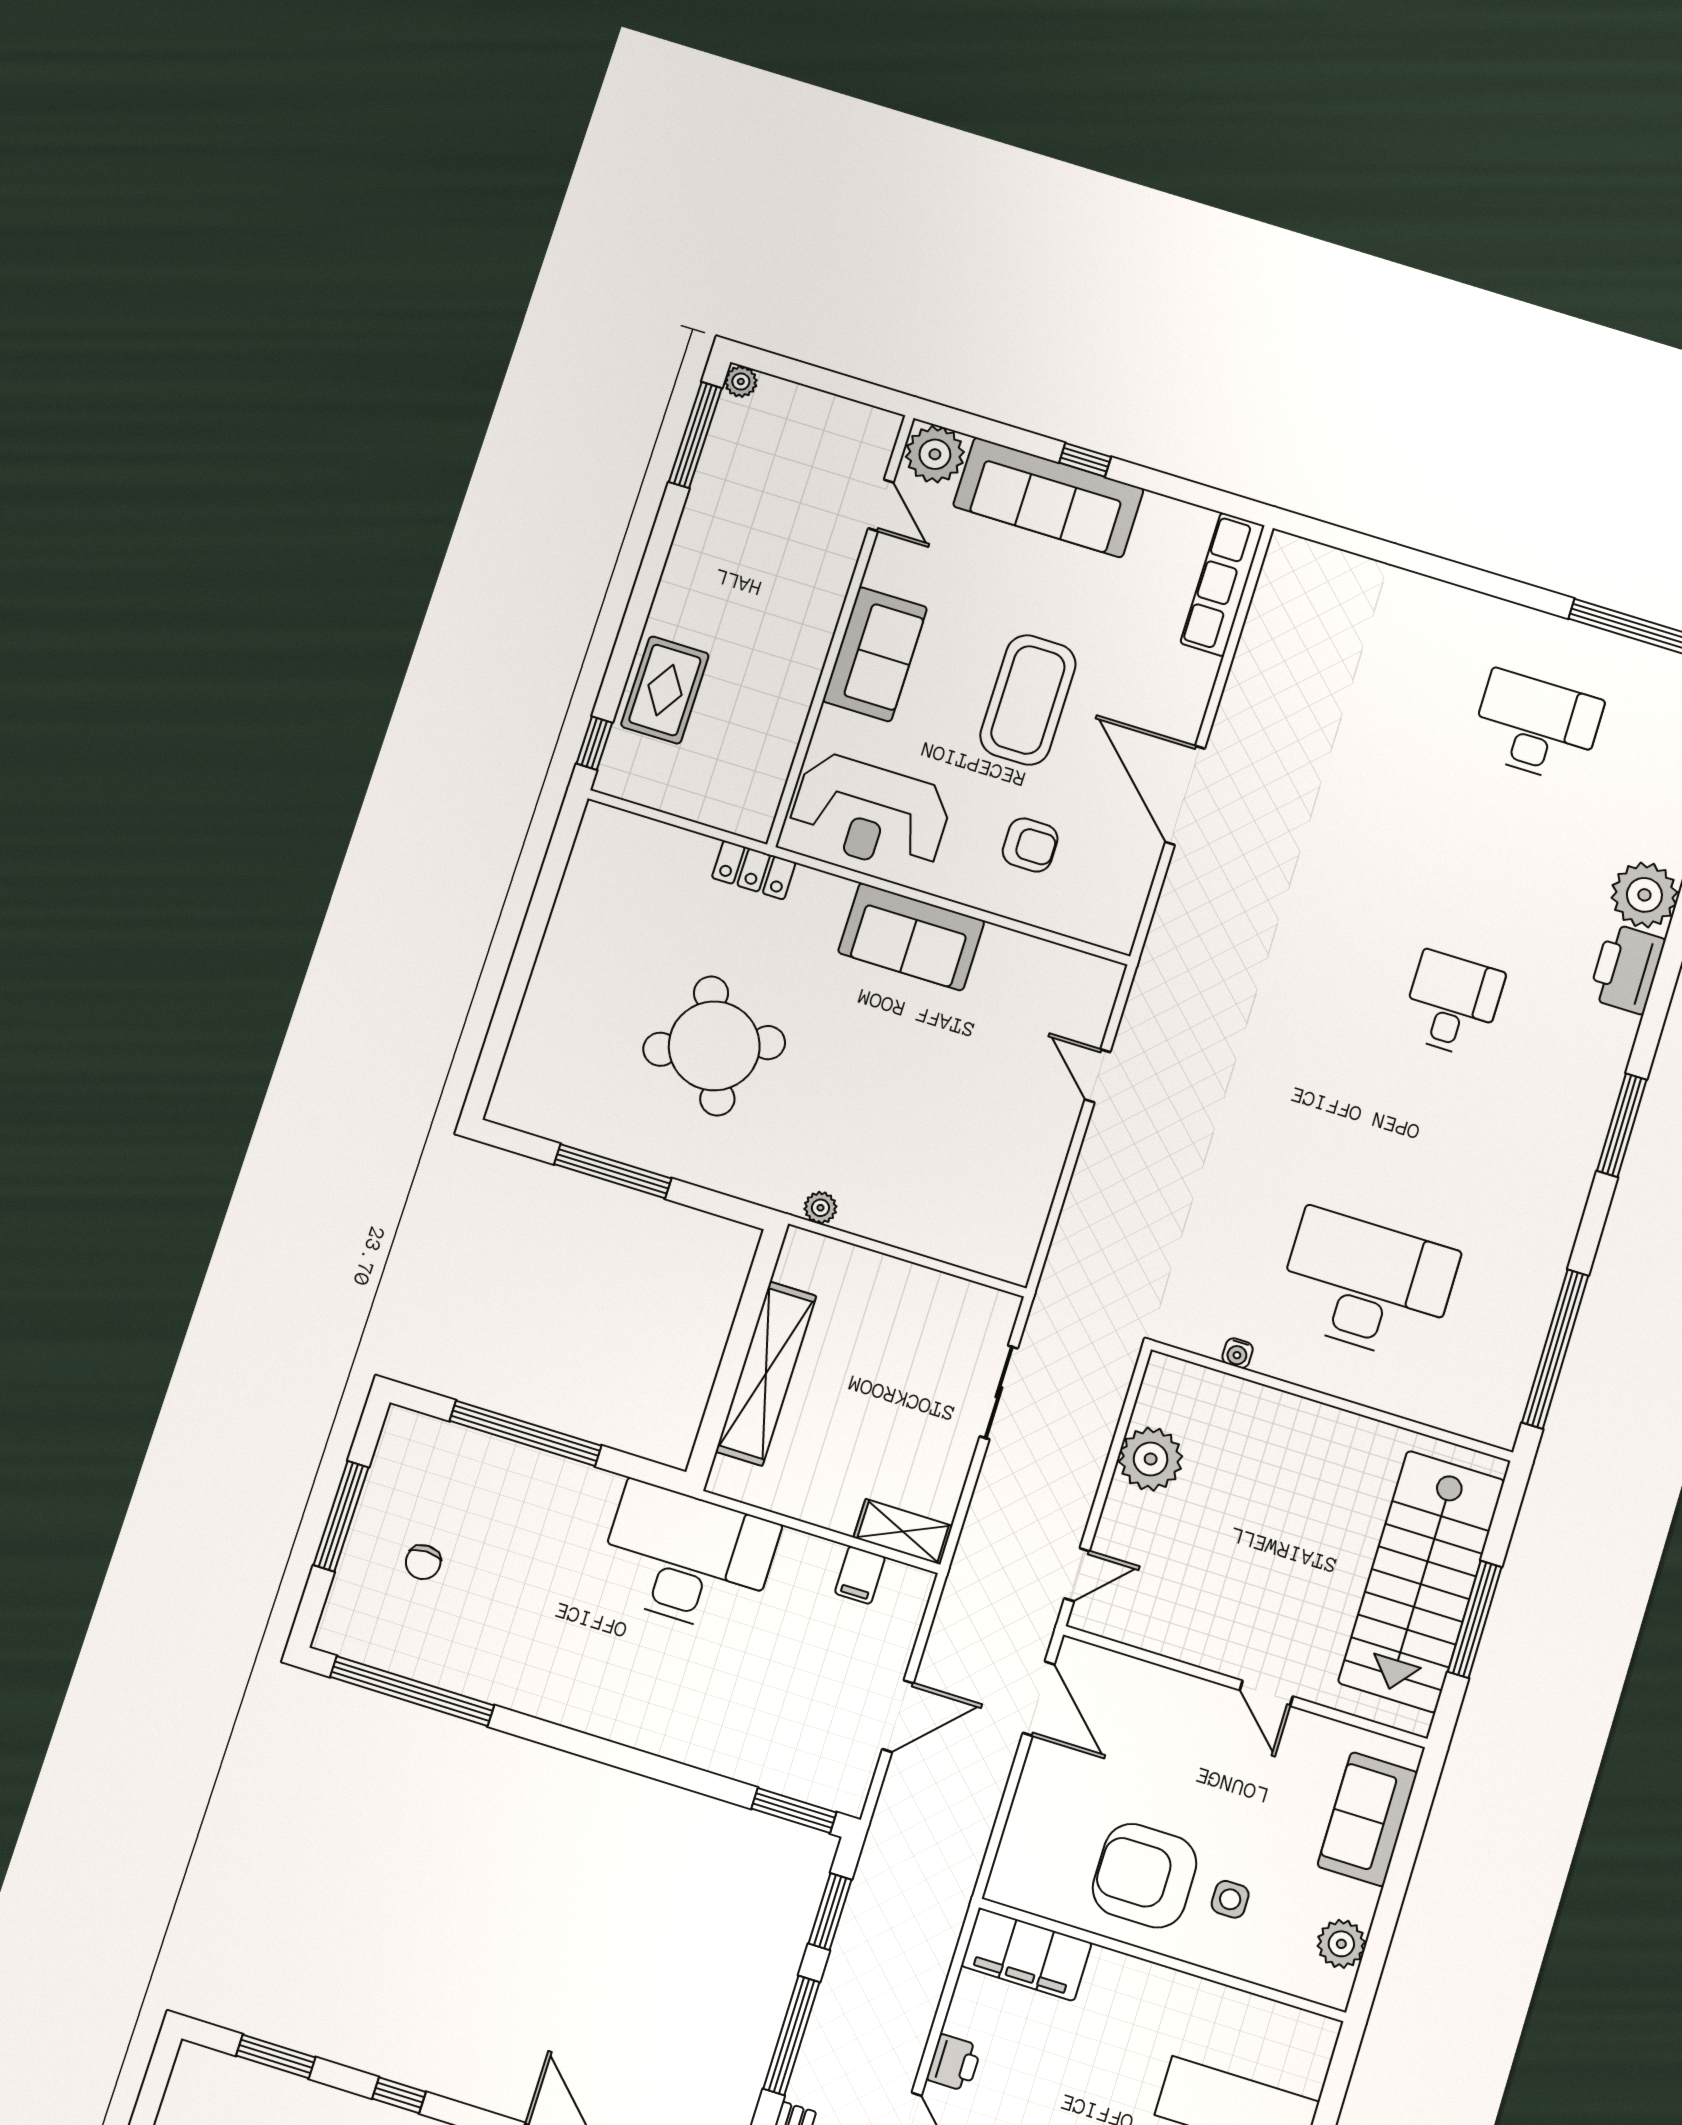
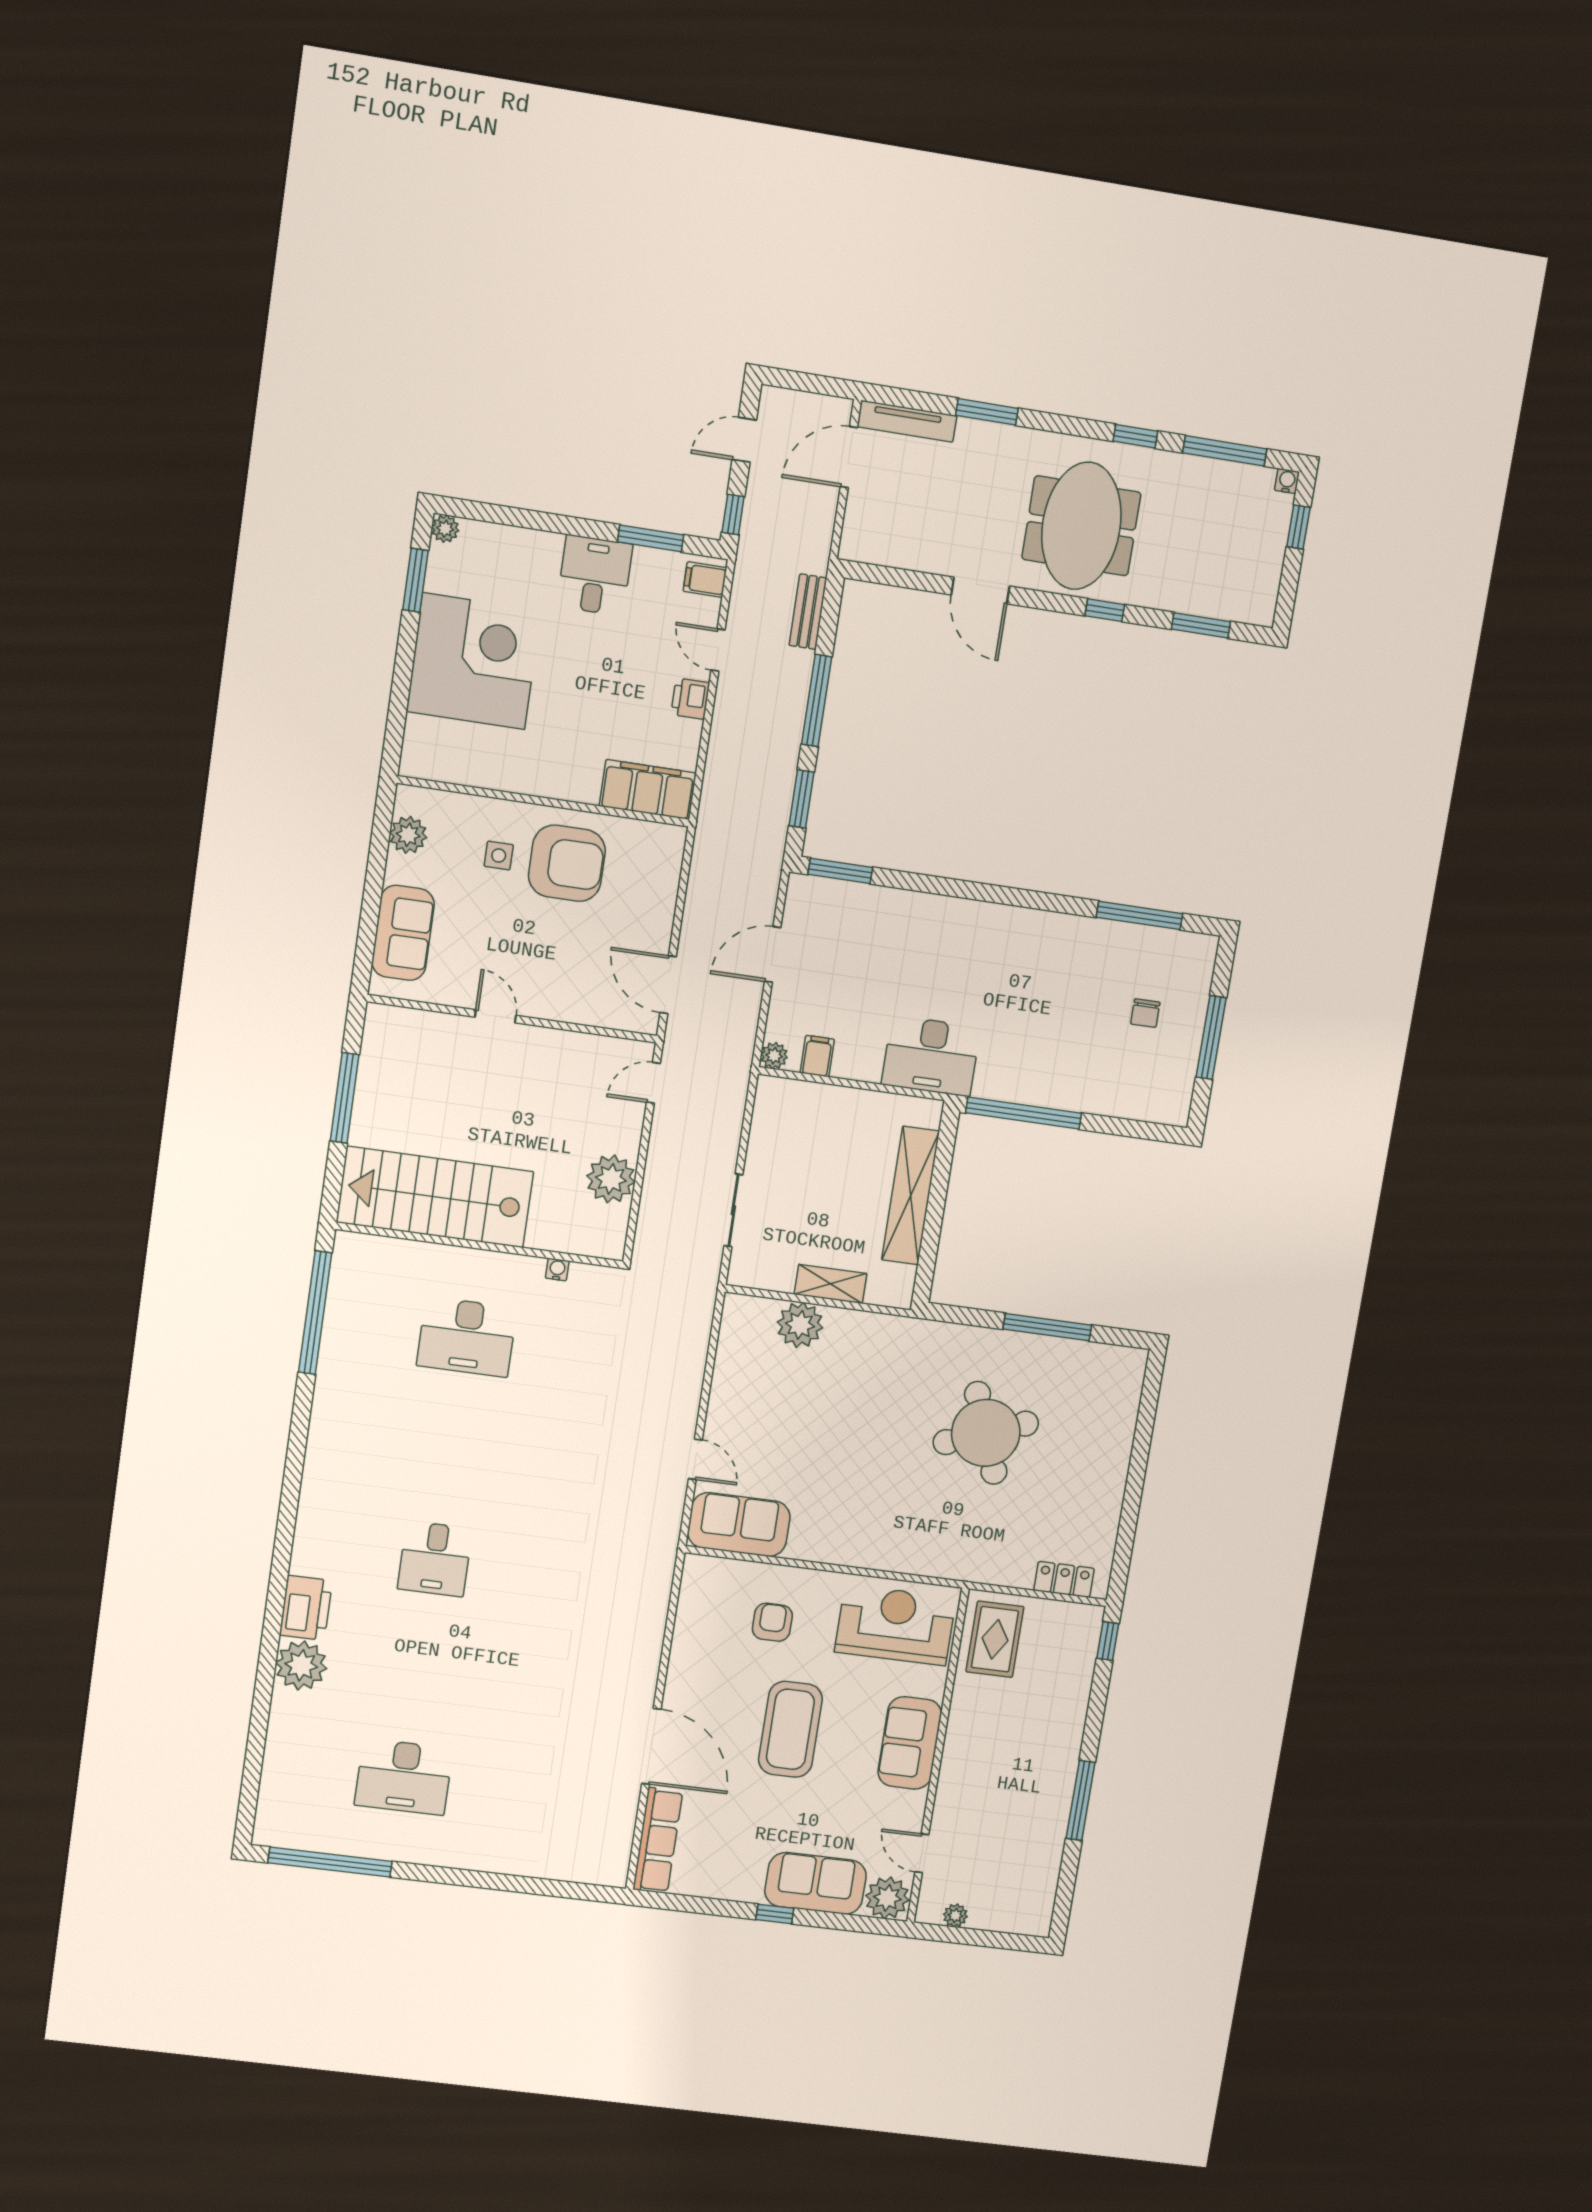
plant: (741, 382) -> (955, 1916), moved
window: (695, 435) -> (1081, 1800), moved
sofa: (1048, 497) -> (816, 1883), width x0.73
rug: (665, 690) -> (995, 1639), moved
door: (1185, 795) -> (651, 1746), moved
armchair: (1030, 845) -> (772, 1622), turned 90
locker: (754, 870) -> (1064, 1579), moved
sofa: (911, 937) -> (739, 1525), moved
window: (1622, 1125) -> (291, 1490), removed
plant: (820, 1208) -> (800, 1325), moved, width x1.88, depth x1.88
desk: (1367, 1285) -> (467, 1337), width x0.73, depth x0.77
window: (525, 1433) -> (1024, 1113), moved
shelving: (903, 1532) -> (830, 1284), moved
desk: (687, 1558) -> (931, 1056), width x0.73, depth x0.77
chair: (423, 1562) -> (1145, 1013), turned 180
stairs: (1421, 1581) -> (435, 1197), moved, turned -90
plant: (916, 1585) -> (774, 1056), added
window: (412, 1691) -> (1139, 915), width x0.68

